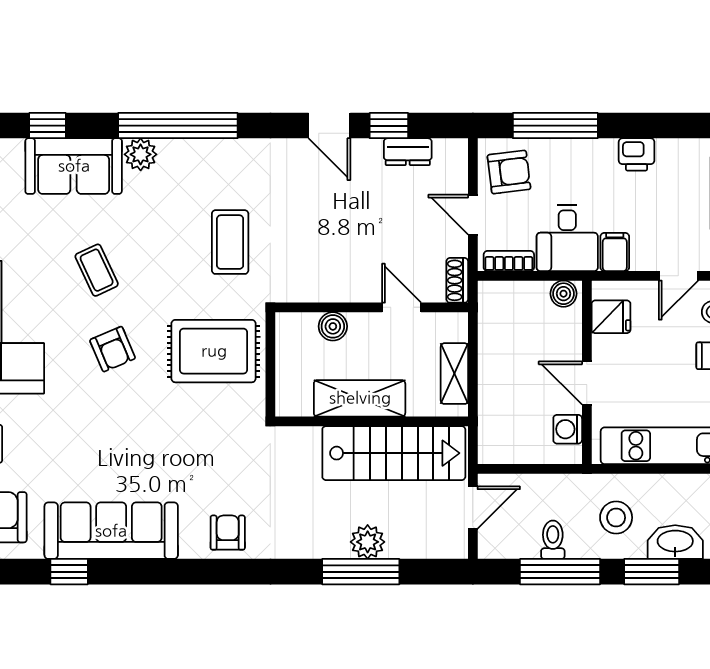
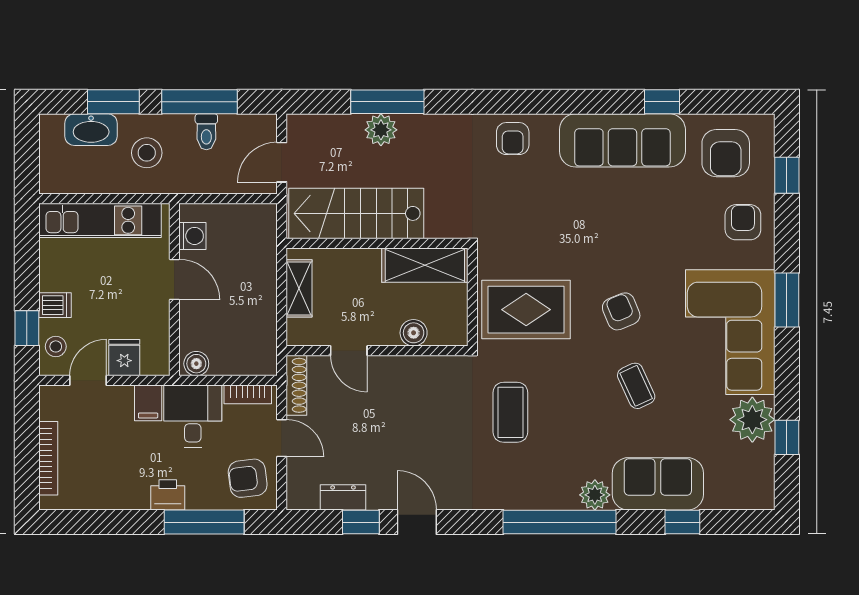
printer: (637, 154) -> (168, 495), moved
shoe rack: (457, 280) -> (296, 385), width x1.43
fridge: (611, 317) -> (124, 358), moved, turned 90
shelving: (360, 398) -> (425, 265), moved

